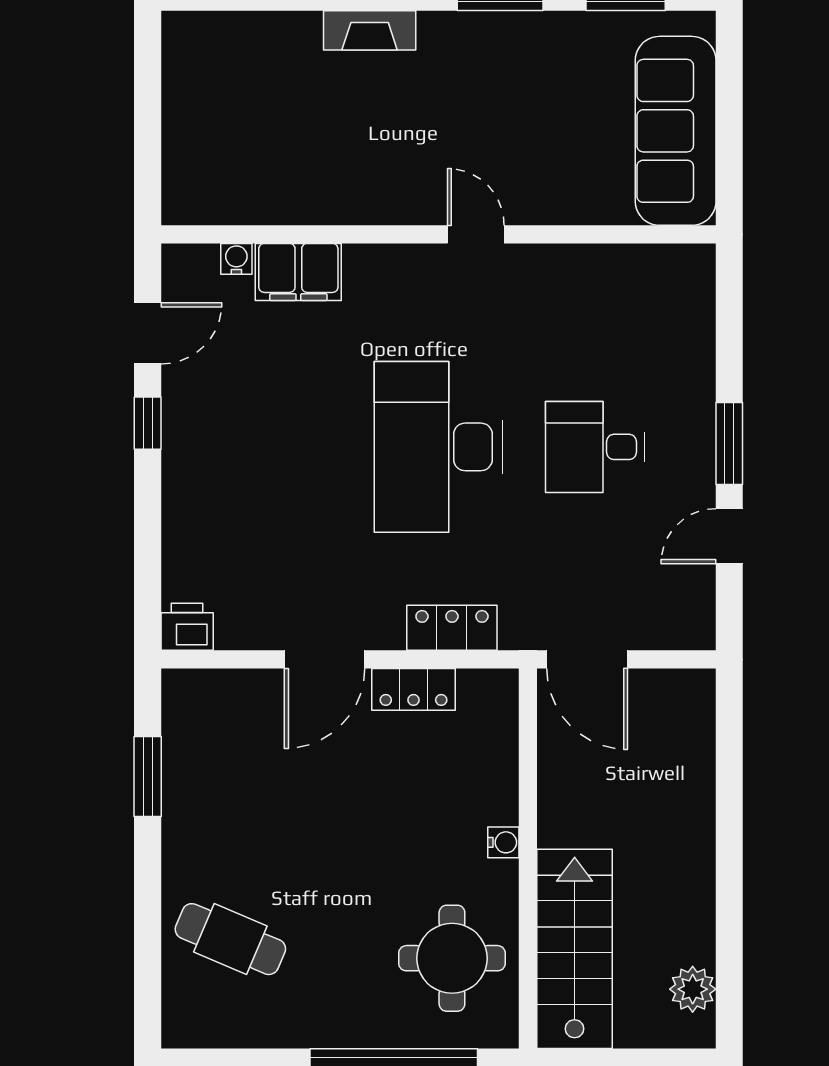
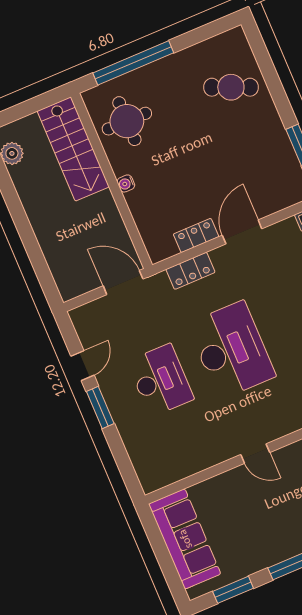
desk: (595, 447) -> (160, 380), width x1.37

